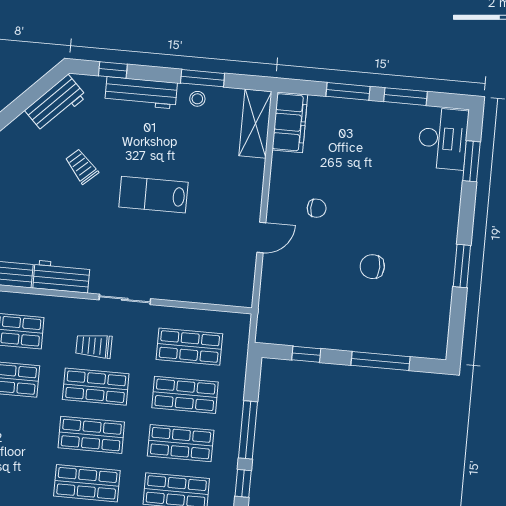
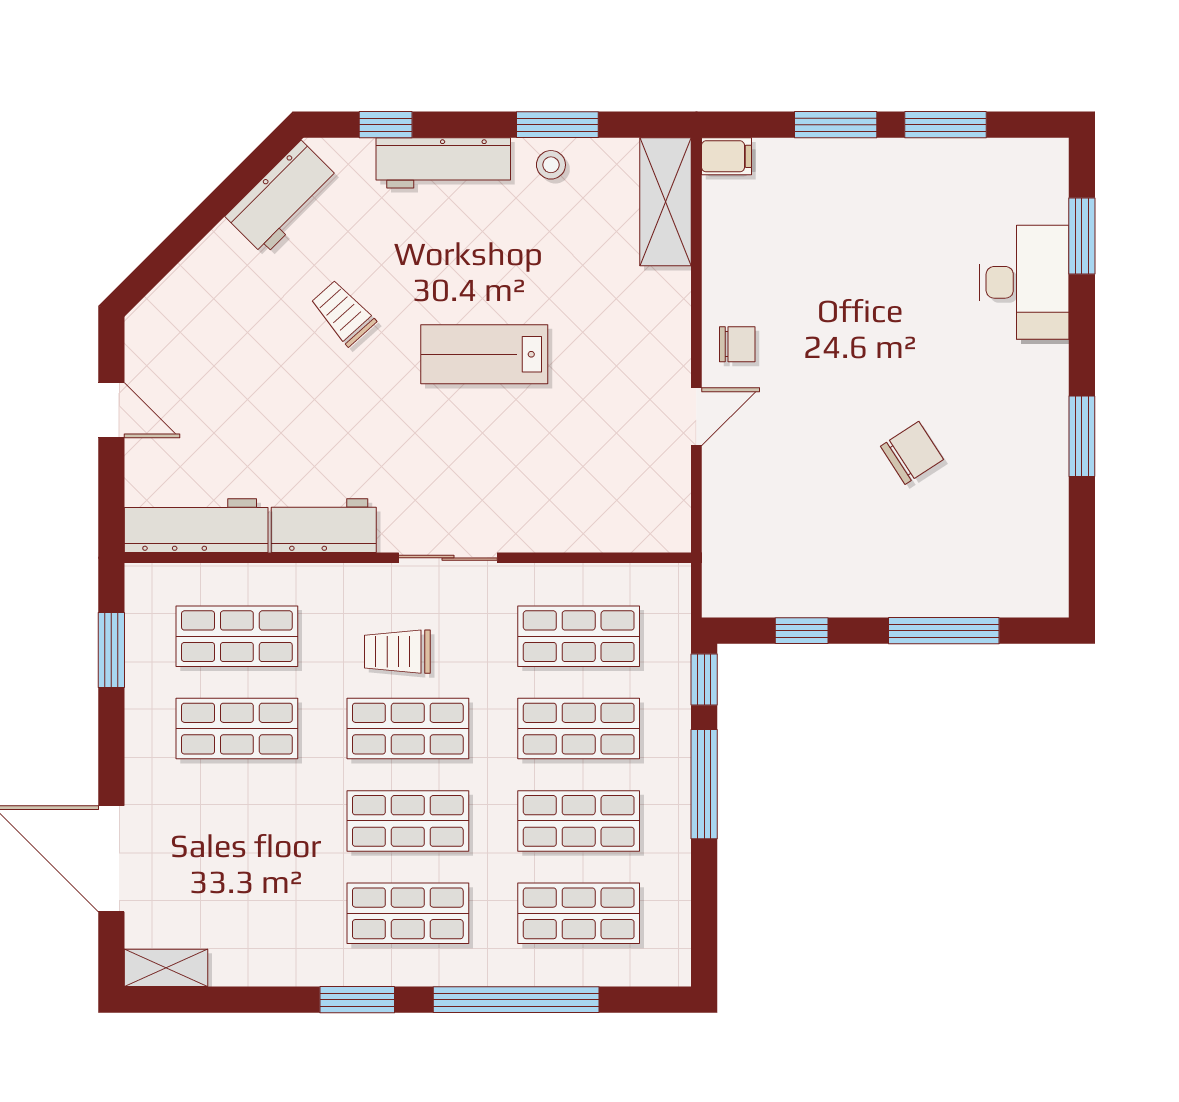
filing cabinet: (290, 122) -> (726, 156), width x0.33, depth x0.86
desk: (443, 139) -> (1024, 282), moved
chair: (317, 208) -> (737, 344), moved
chair: (372, 267) -> (912, 453), turned 147
window: (243, 483) -> (704, 680), moved

